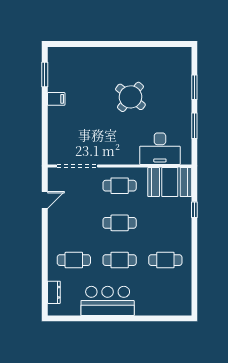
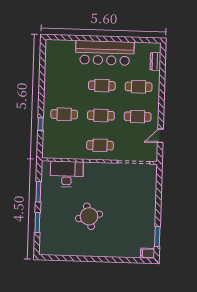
round table: (130, 97) -> (89, 216), turned 37
filing cabinet: (56, 99) -> (148, 253), moved
booth: (170, 182) -> (60, 147), removed
cafe table: (74, 223) -> (138, 117), added
cafe table: (165, 260) -> (64, 114), moved
bar counter: (108, 301) -> (105, 53), width x1.36

